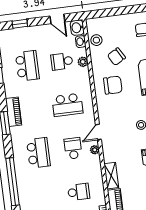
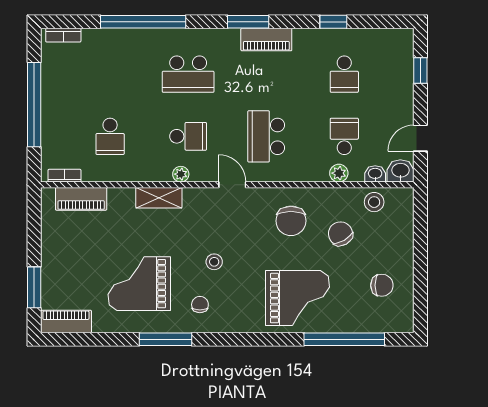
school desk: (27, 66) -> (344, 74), width x0.54
door: (98, 132) -> (232, 185), moved
shelving: (111, 176) -> (159, 198), moved

